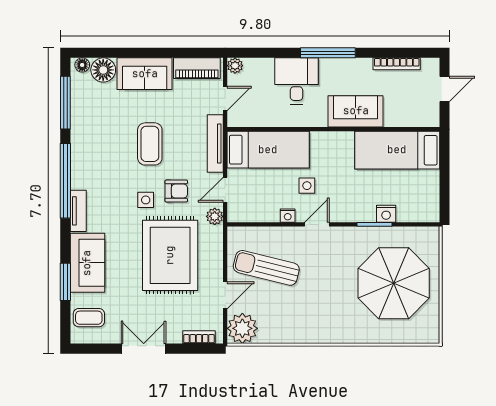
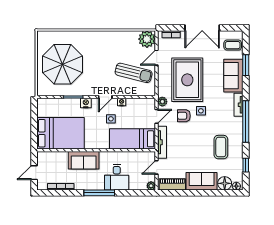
window: (65, 103) -> (246, 165), width x0.46
coffee table: (150, 144) -> (221, 147), moved
bed: (397, 150) -> (60, 133), width x1.50
nightstand: (386, 214) -> (86, 103), moved
double door: (144, 349) -> (202, 28), width x1.37

